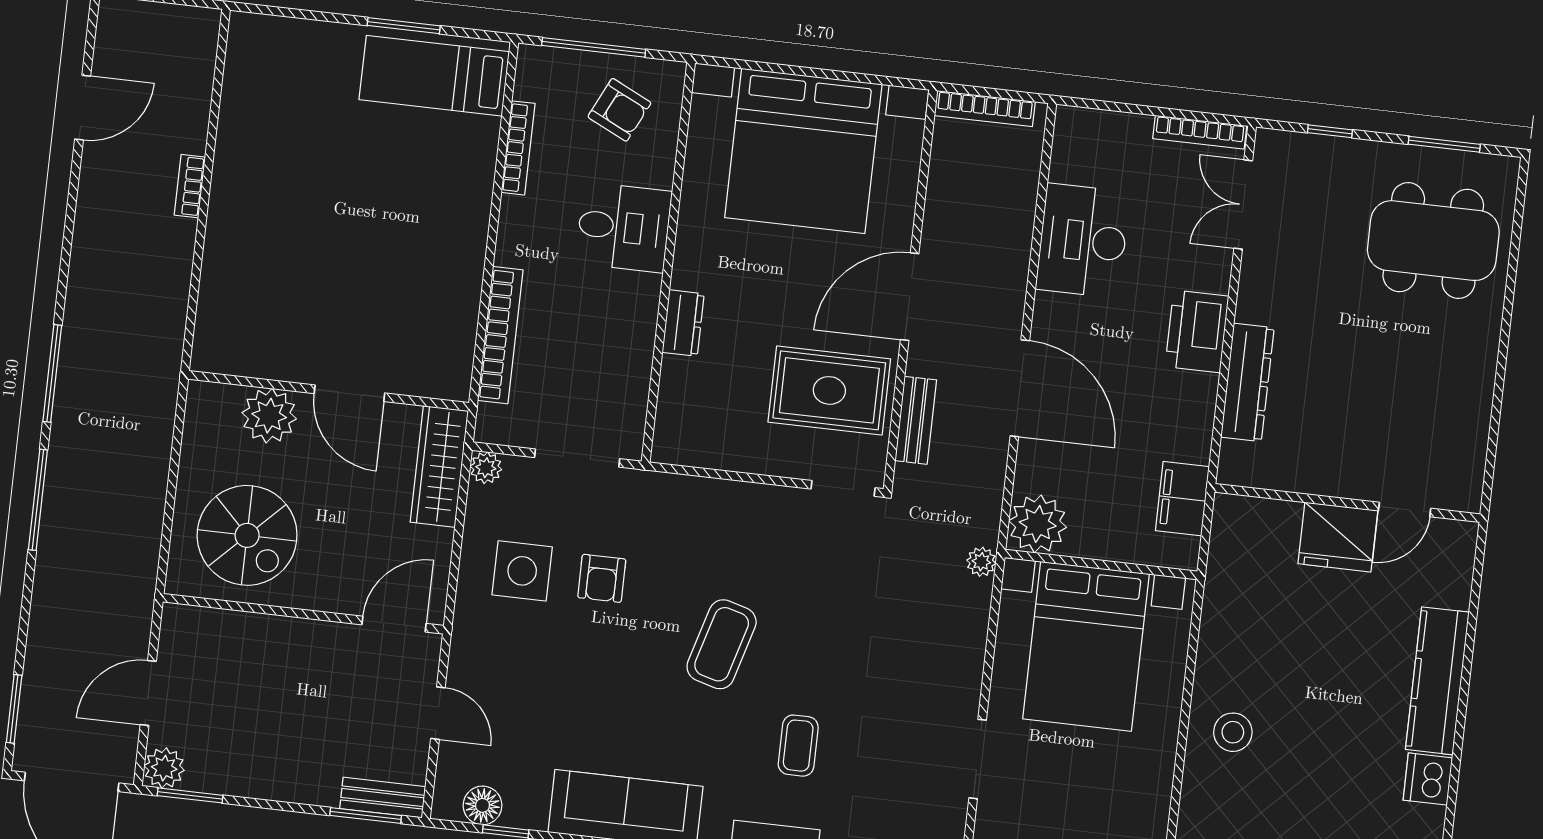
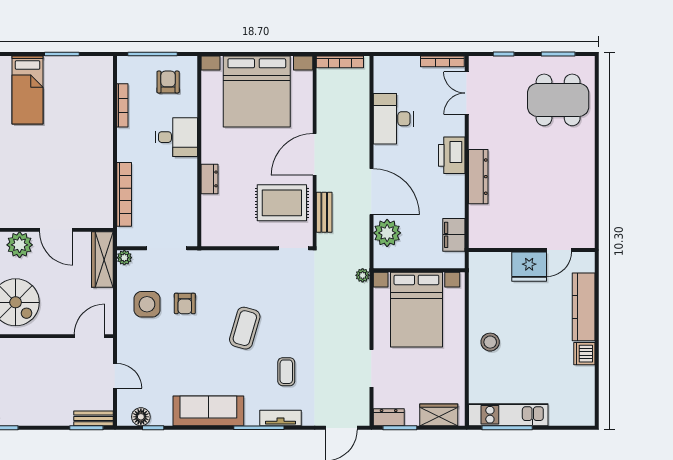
bed: (434, 76) -> (28, 90), moved, turned -90
armchair: (619, 110) -> (168, 82), turned -116
wall: (1347, 503) -> (532, 250), moved
door: (1405, 510) -> (559, 250), moved
plant: (1038, 524) -> (387, 233), moved
fridge: (1338, 537) -> (529, 267), moved

